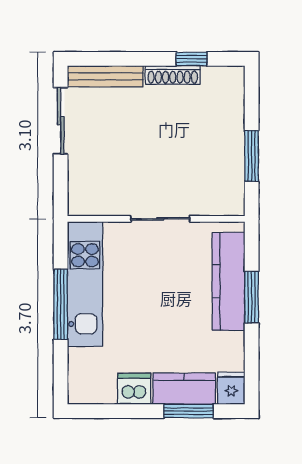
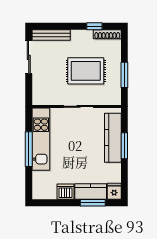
shoe rack: (173, 75) -> (107, 34), moved
rug: (174, 148) -> (86, 71), added

